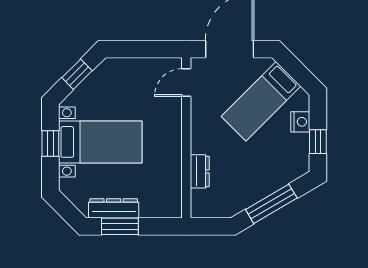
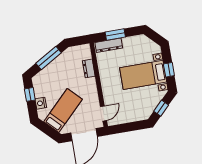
dresser: (114, 208) -> (109, 45), moved
window: (120, 226) -> (115, 35), moved

